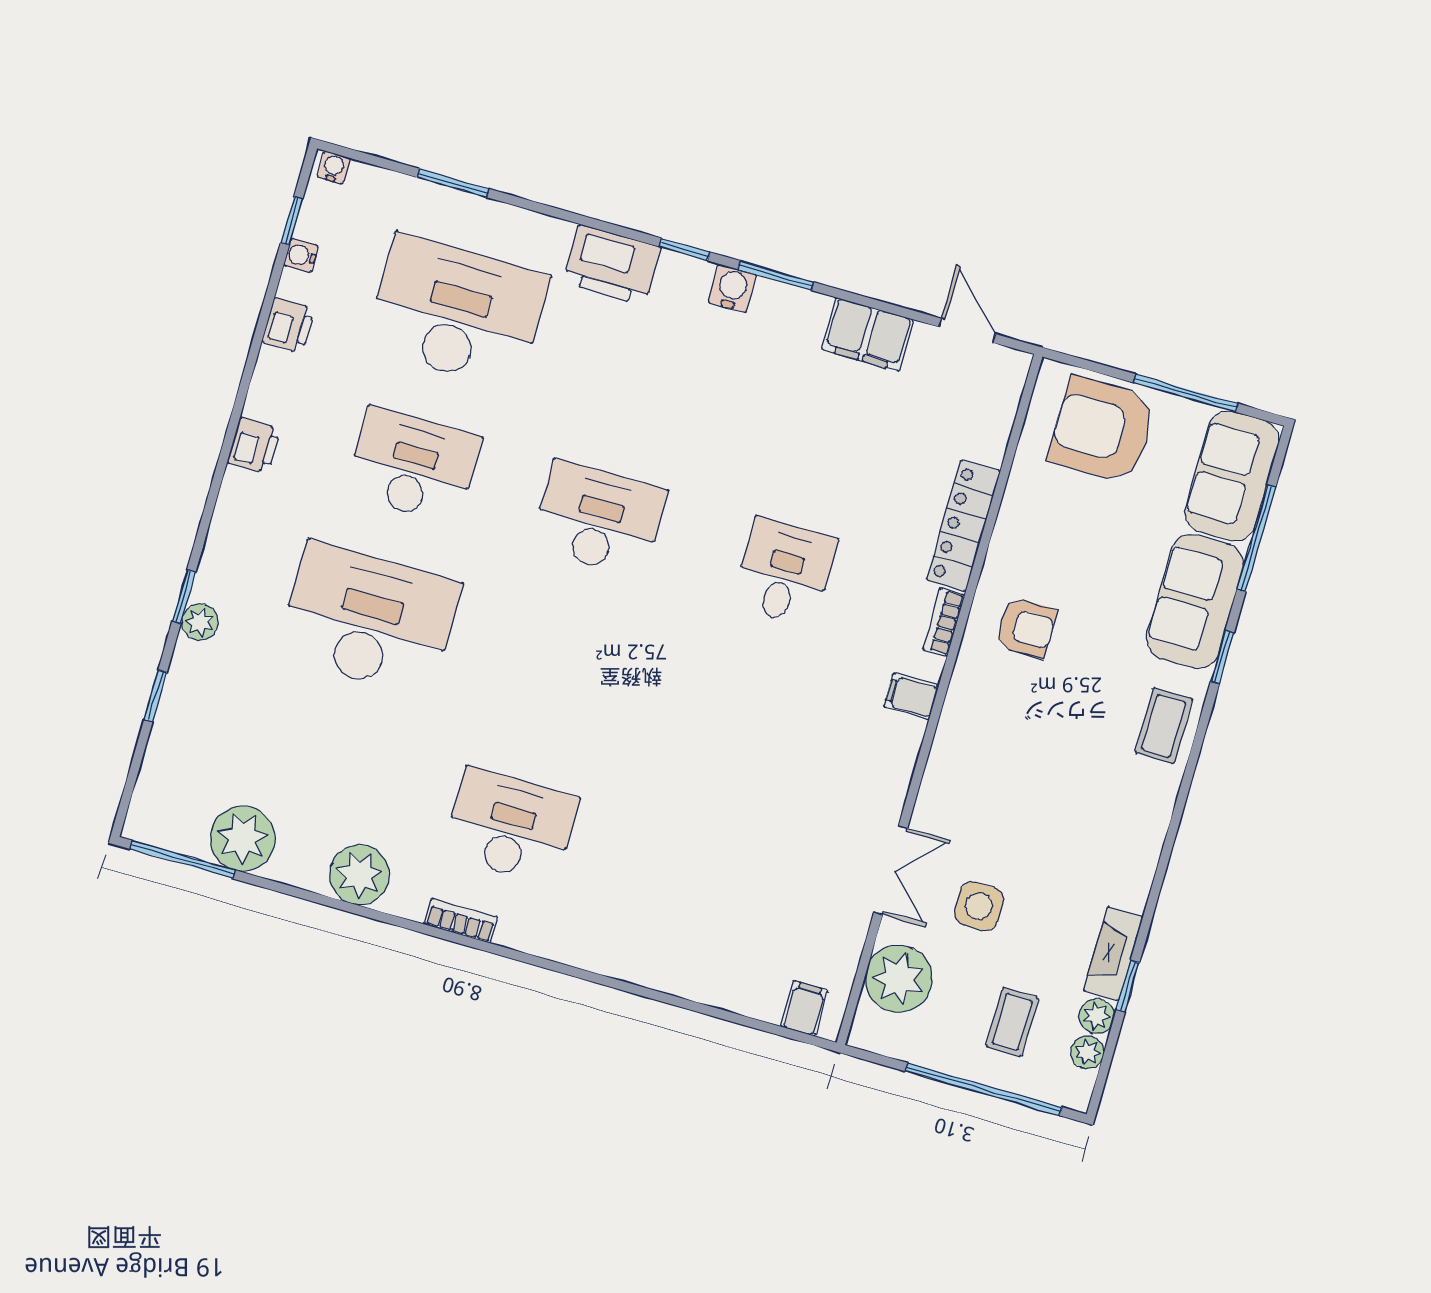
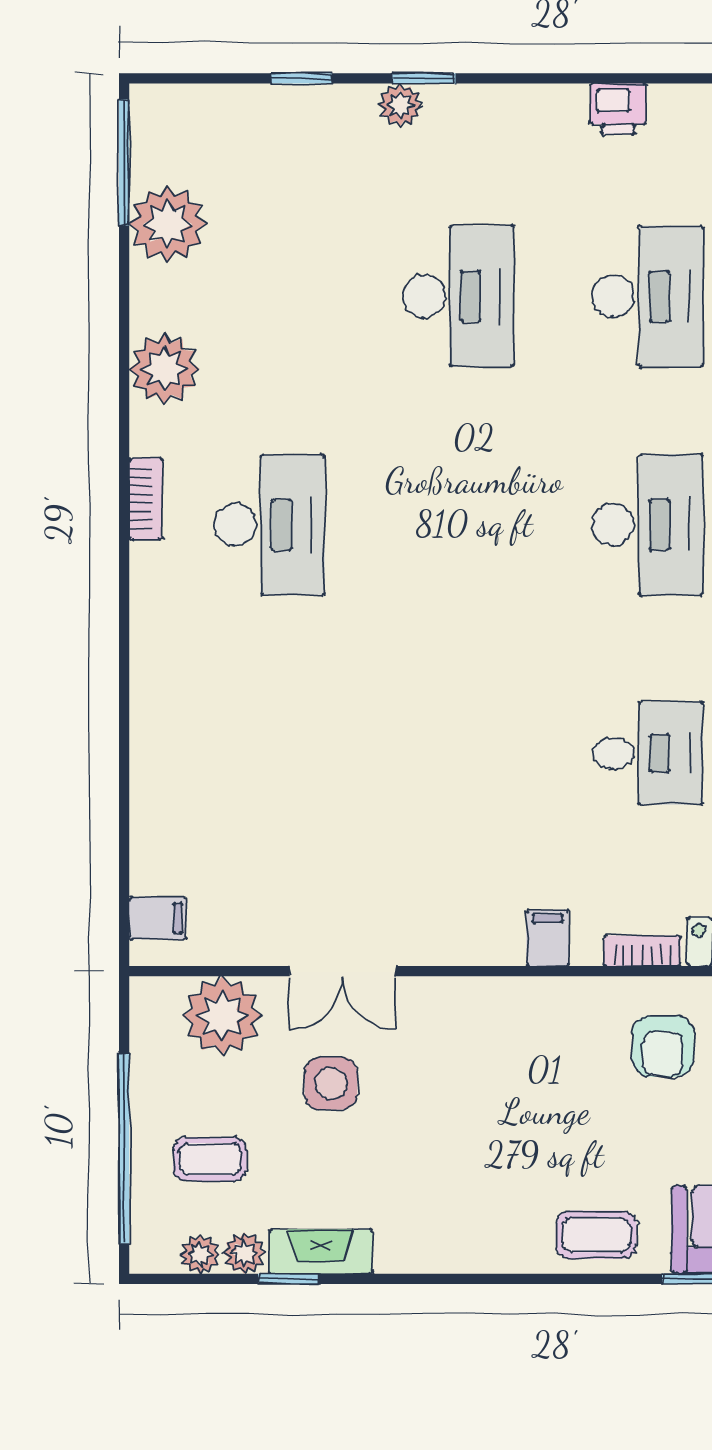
desk: (369, 619) -> (458, 296), width x0.73, depth x0.77

